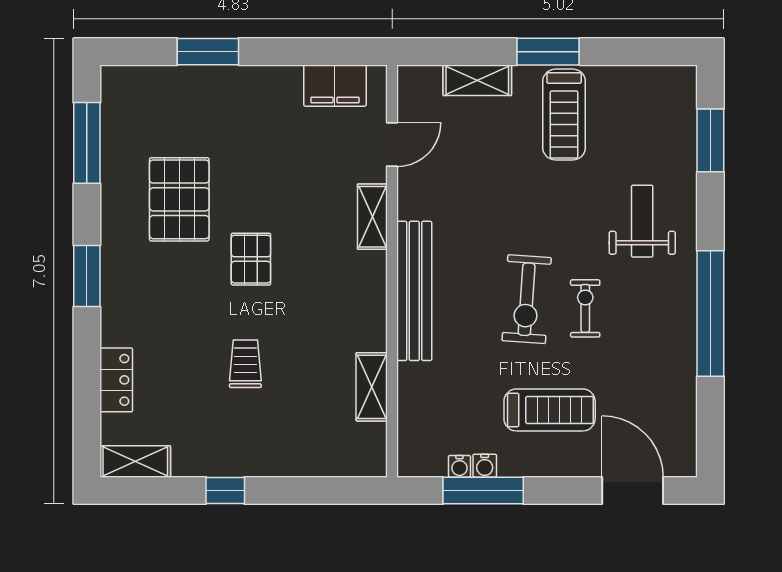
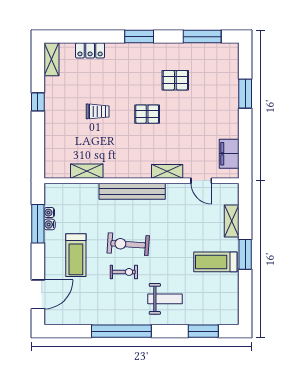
pallet: (179, 199) -> (175, 80), width x0.67, depth x0.71

